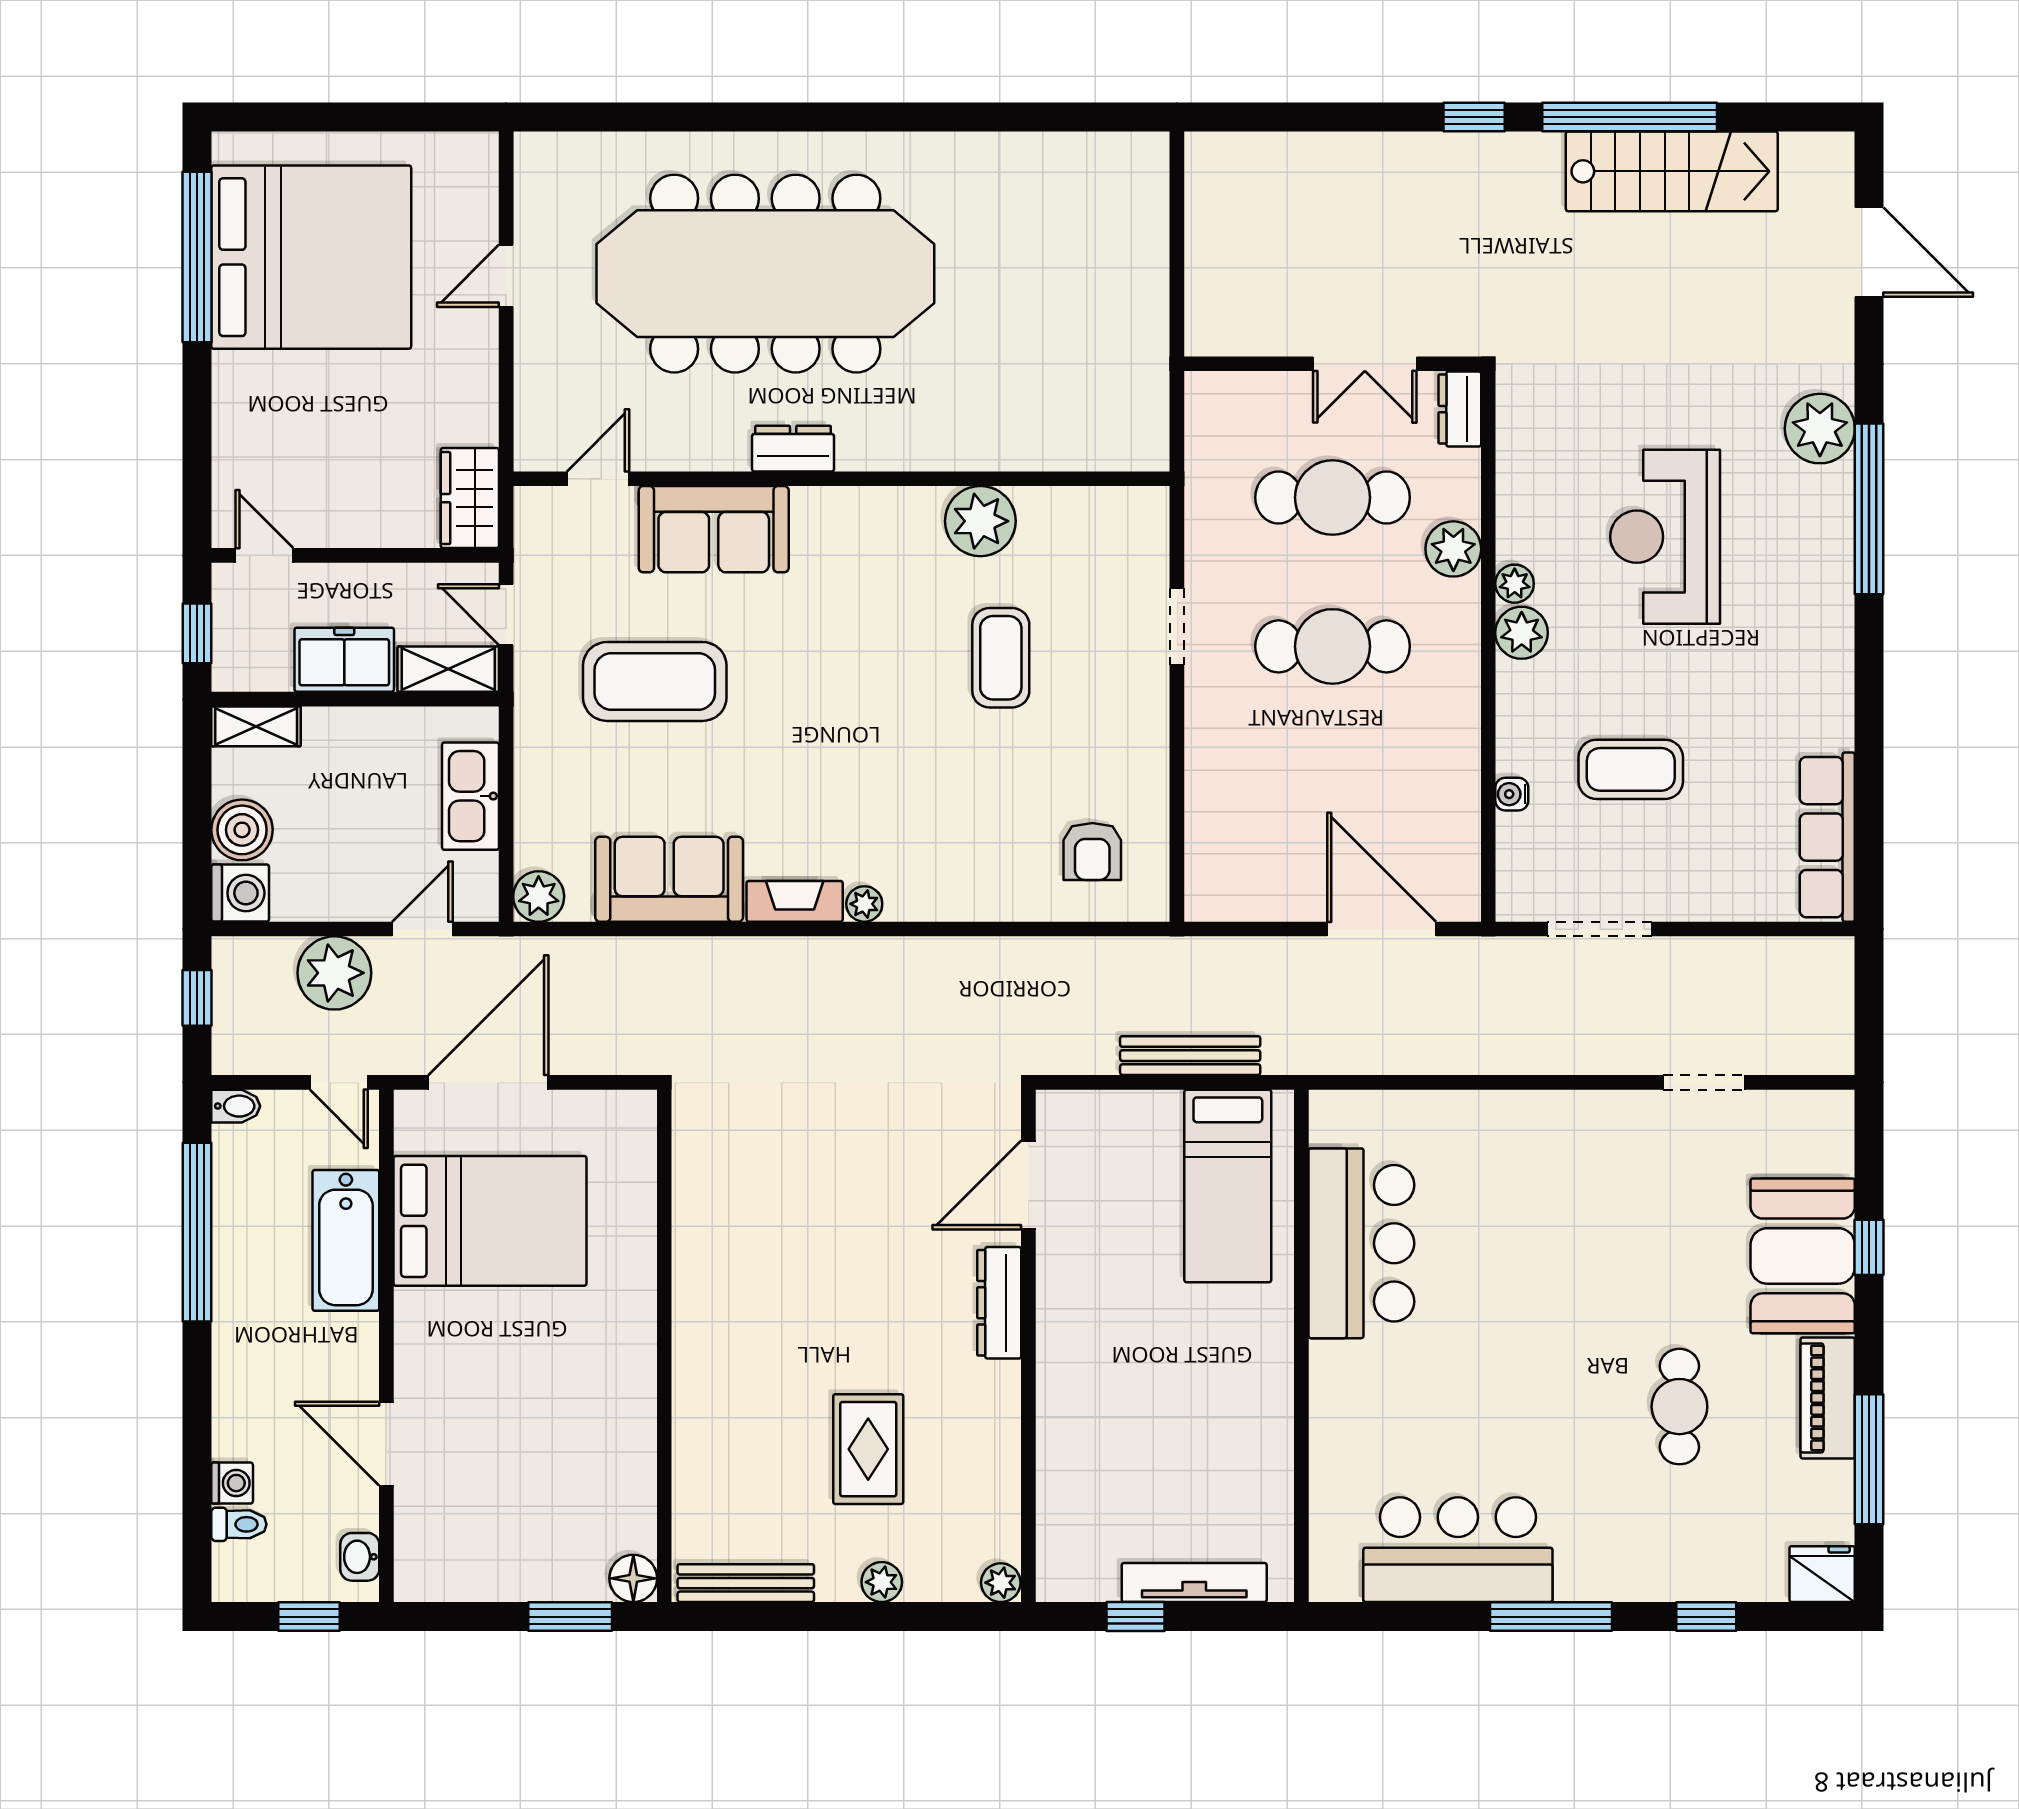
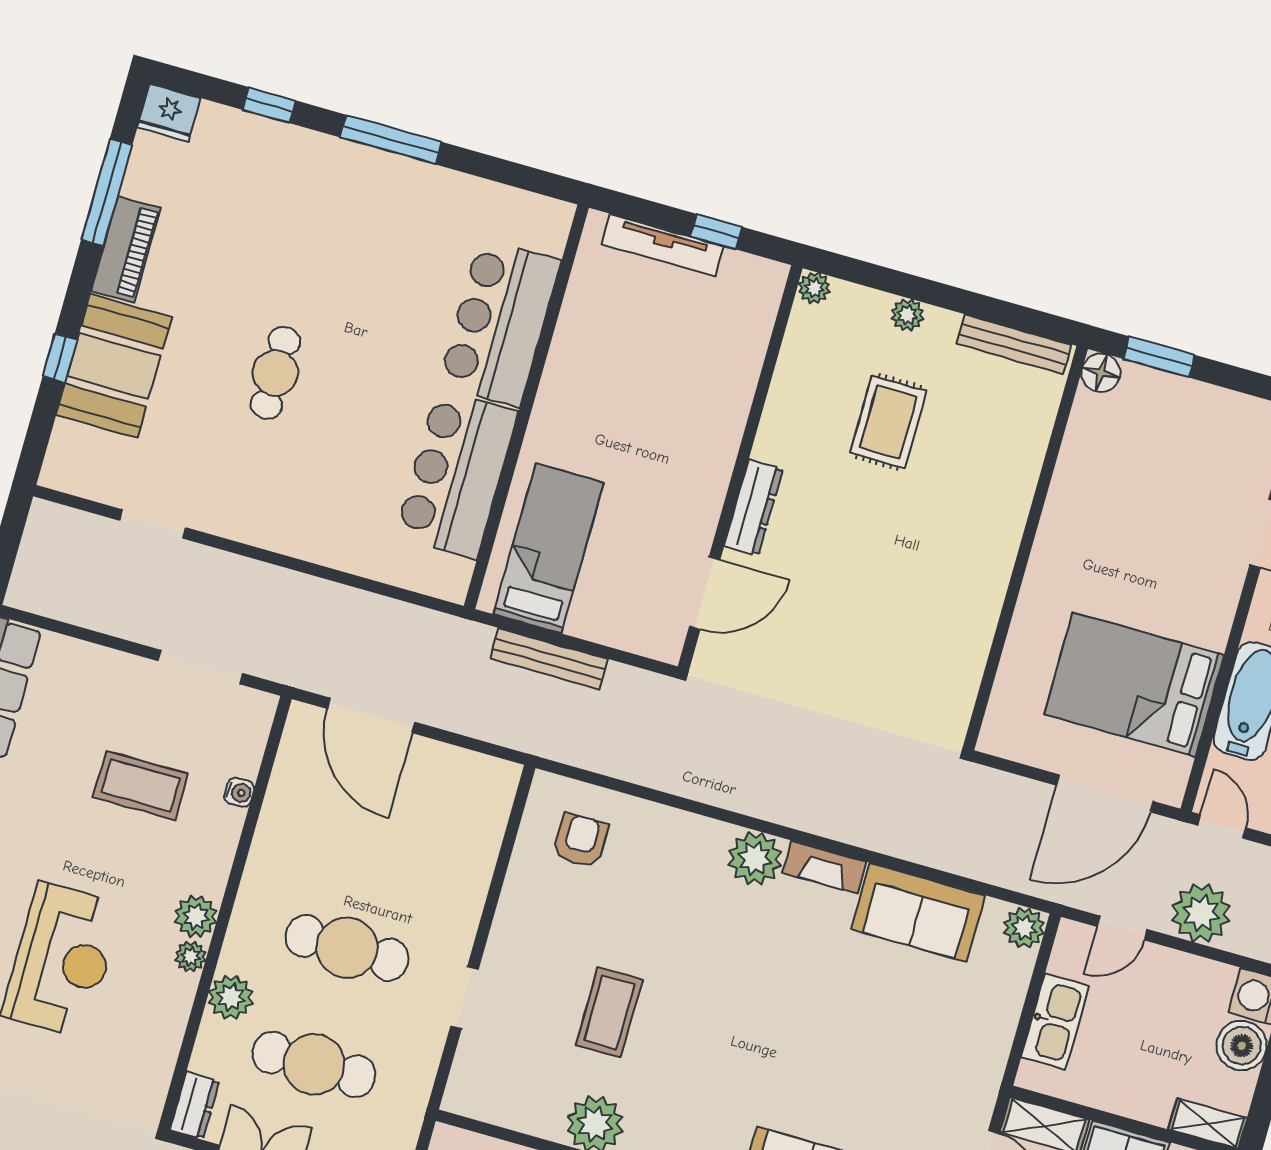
coffee table: (655, 681) -> (885, 1070), removed
plant: (864, 904) -> (755, 859), width x1.88, depth x1.88
cafe table: (1679, 1407) -> (275, 373), moved
bar counter: (1458, 1550) -> (500, 323), moved, turned 90

